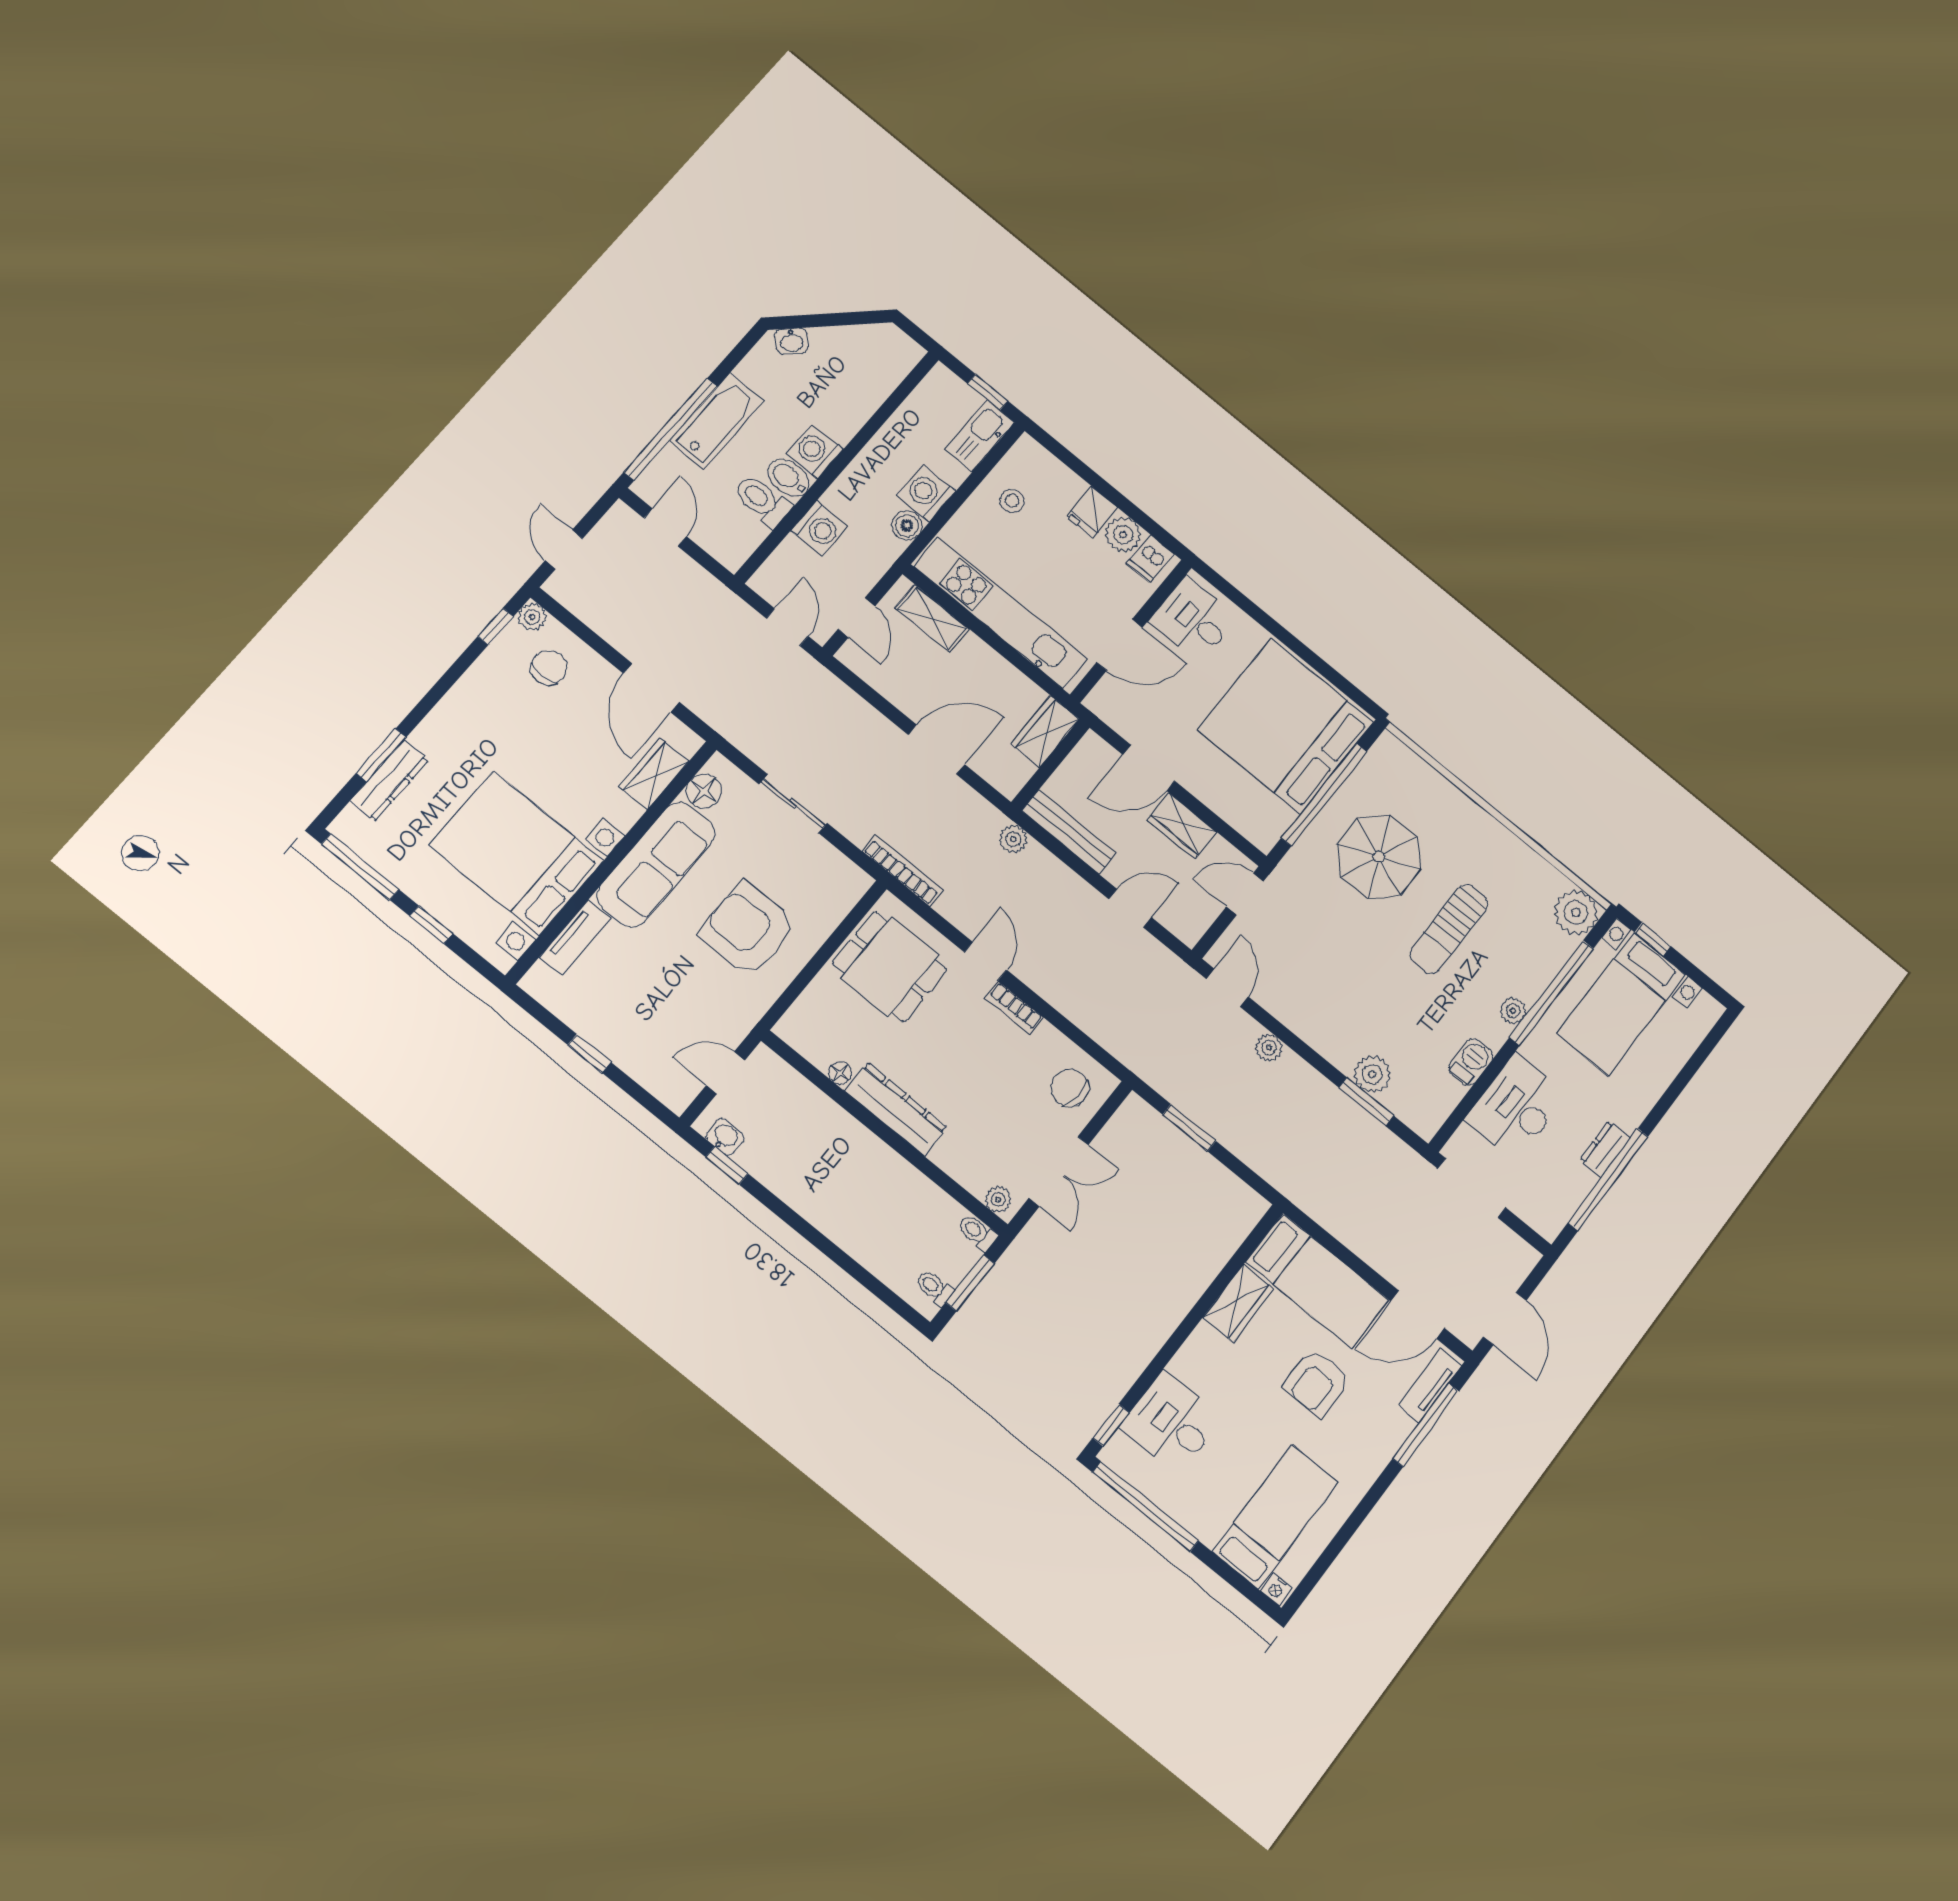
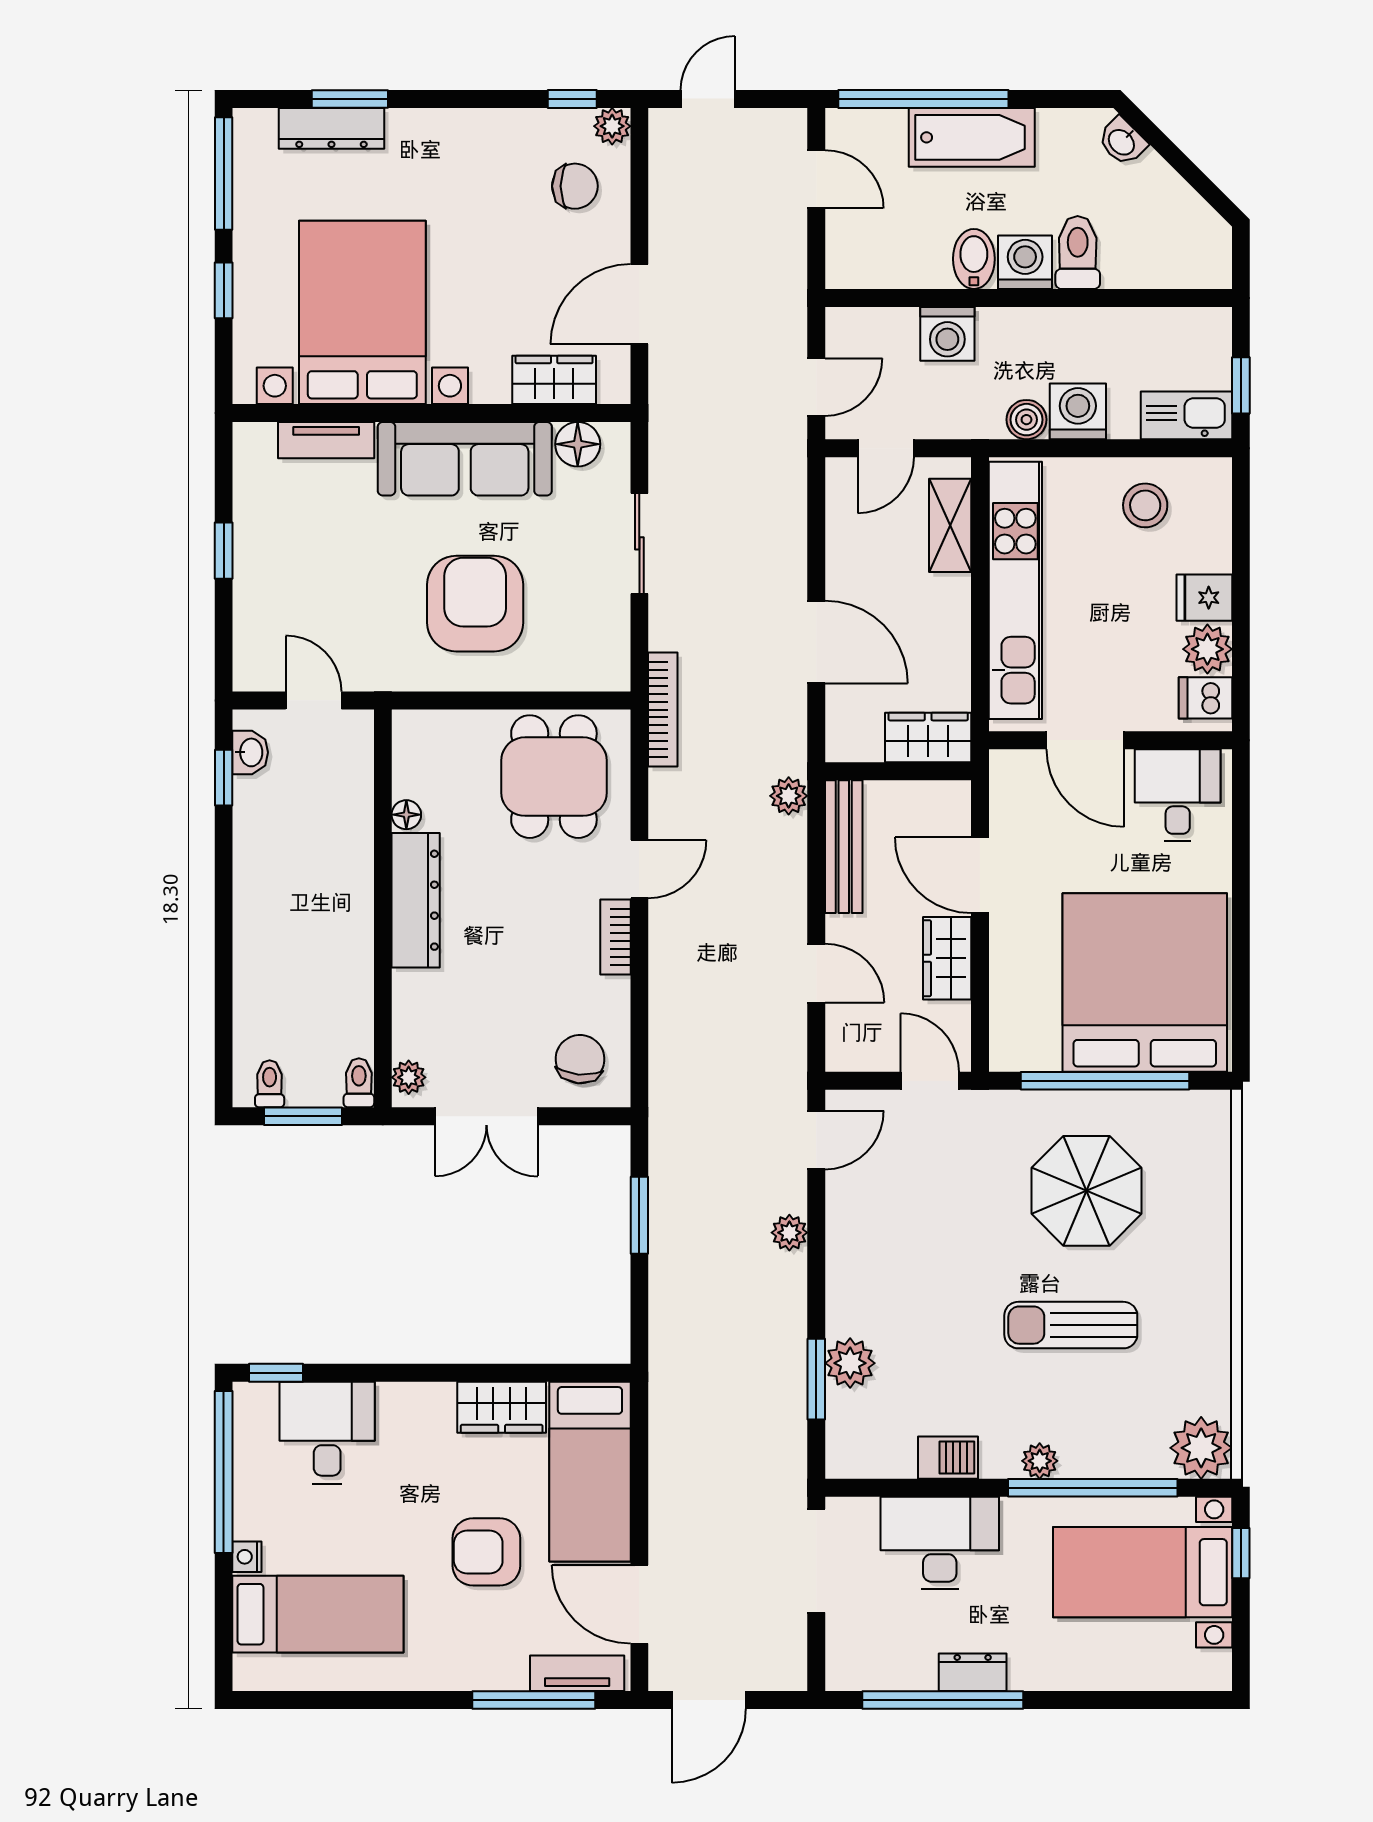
toilet: (762, 501) -> (1078, 253), moved
stool: (1012, 501) -> (1145, 505), width x1.37, depth x1.37
door: (665, 527) -> (816, 179), hinge flipped
nightstand: (1276, 1589) -> (247, 1557), moved

